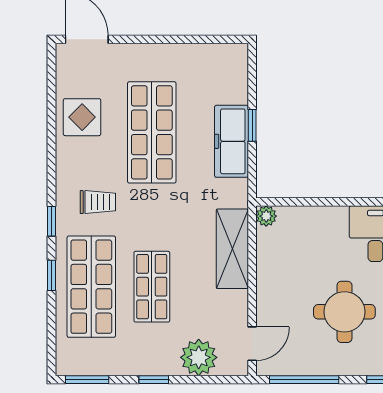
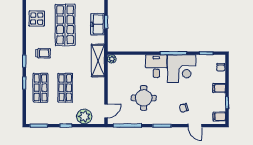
freezer: (231, 141) -> (98, 24), width x0.71
shelving: (232, 249) -> (98, 61), moved
shop shelf: (91, 287) -> (40, 88), width x0.70, depth x0.74

